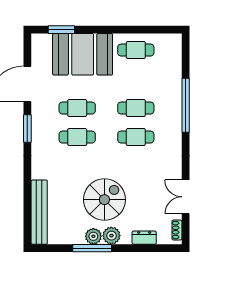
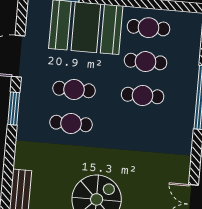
cafe table: (136, 137) -> (146, 62), moved

